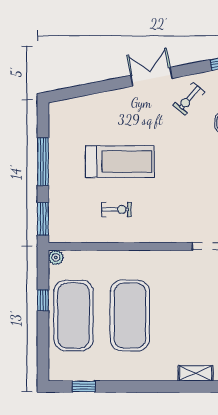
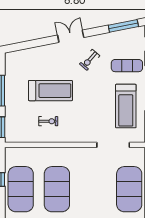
exercise bike: (189, 99) -> (90, 60), moved
plant: (56, 258) -> (9, 152), removed

